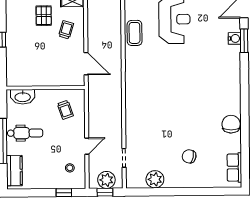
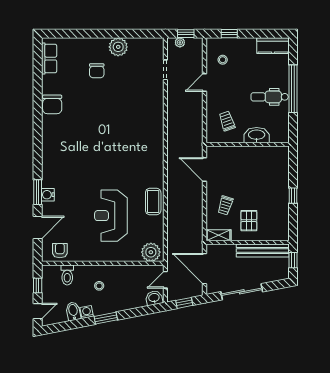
washbasin: (23, 97) -> (257, 135), moved
chair: (189, 156) -> (97, 71), turned 78
kitchen counter: (14, 171) -> (273, 46), moved, turned -90
plant: (155, 179) -> (118, 47), moved
plant: (106, 180) -> (180, 42), width x0.53, depth x0.53

